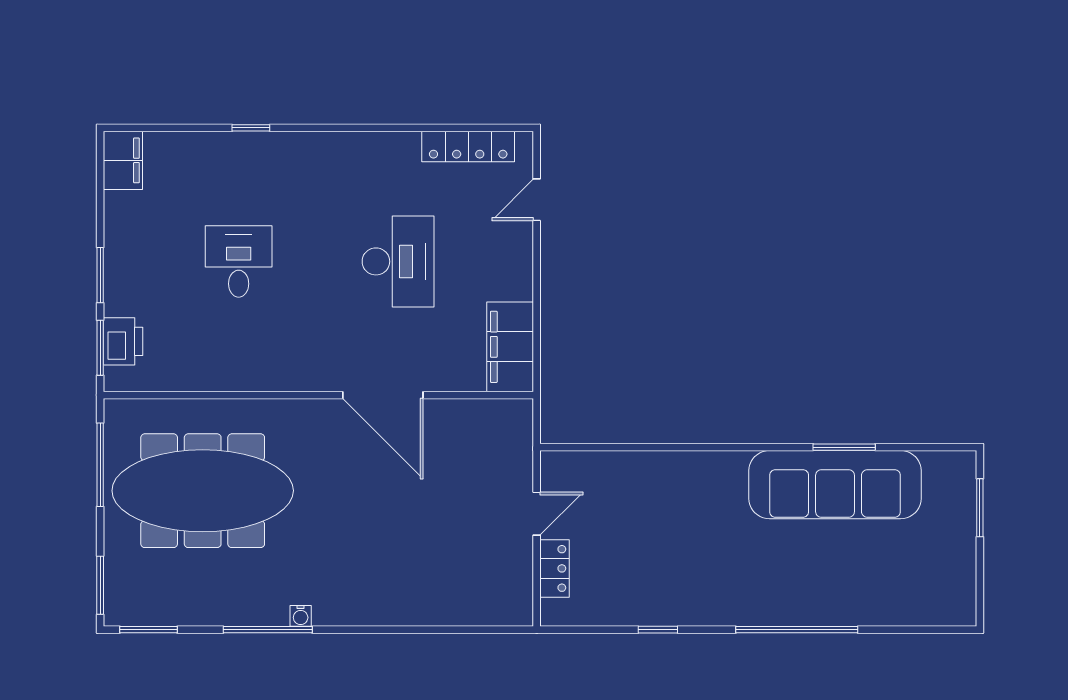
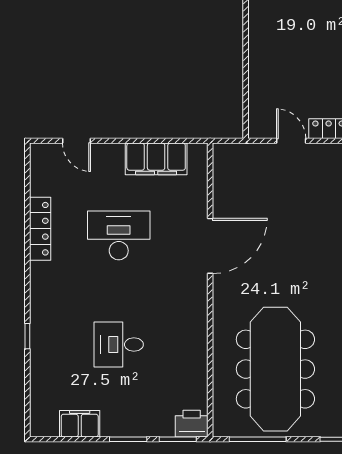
locker: (468, 146) -> (40, 229), moved
filing cabinet: (123, 160) -> (80, 424), moved
printer: (123, 341) -> (192, 424), moved
filing cabinet: (510, 347) -> (156, 159), moved

